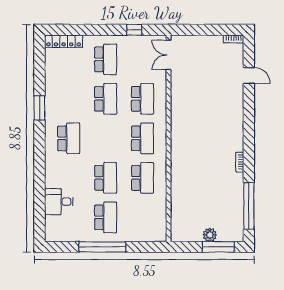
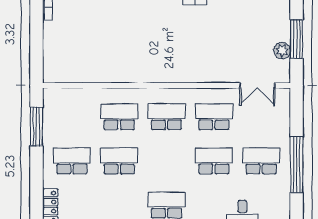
window: (134, 30) -> (36, 127), width x2.17
double door: (169, 55) -> (257, 85), moved
plant: (210, 235) -> (282, 51), moved
window: (218, 247) -> (297, 39), moved

